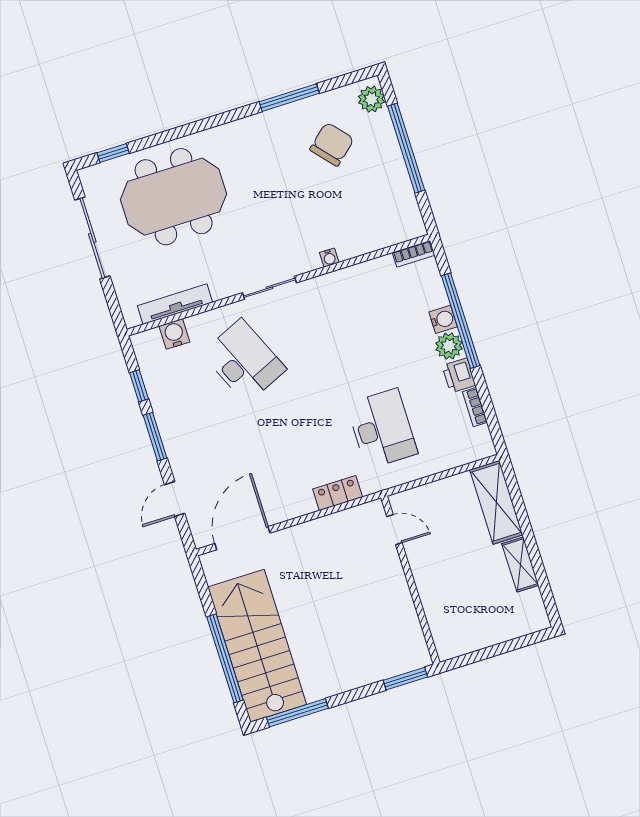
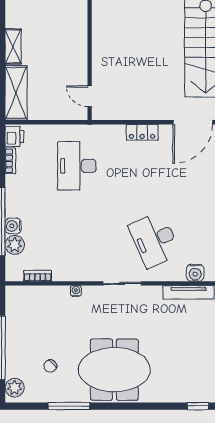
chair: (332, 144) -> (50, 366), width x0.54, depth x0.54
meeting table: (174, 197) -> (114, 370), moved
bookcase: (414, 254) -> (38, 276), moved
plant: (449, 346) -> (15, 245), moved
printer: (459, 375) -> (14, 136), moved
locker: (338, 493) -> (142, 132), moved

